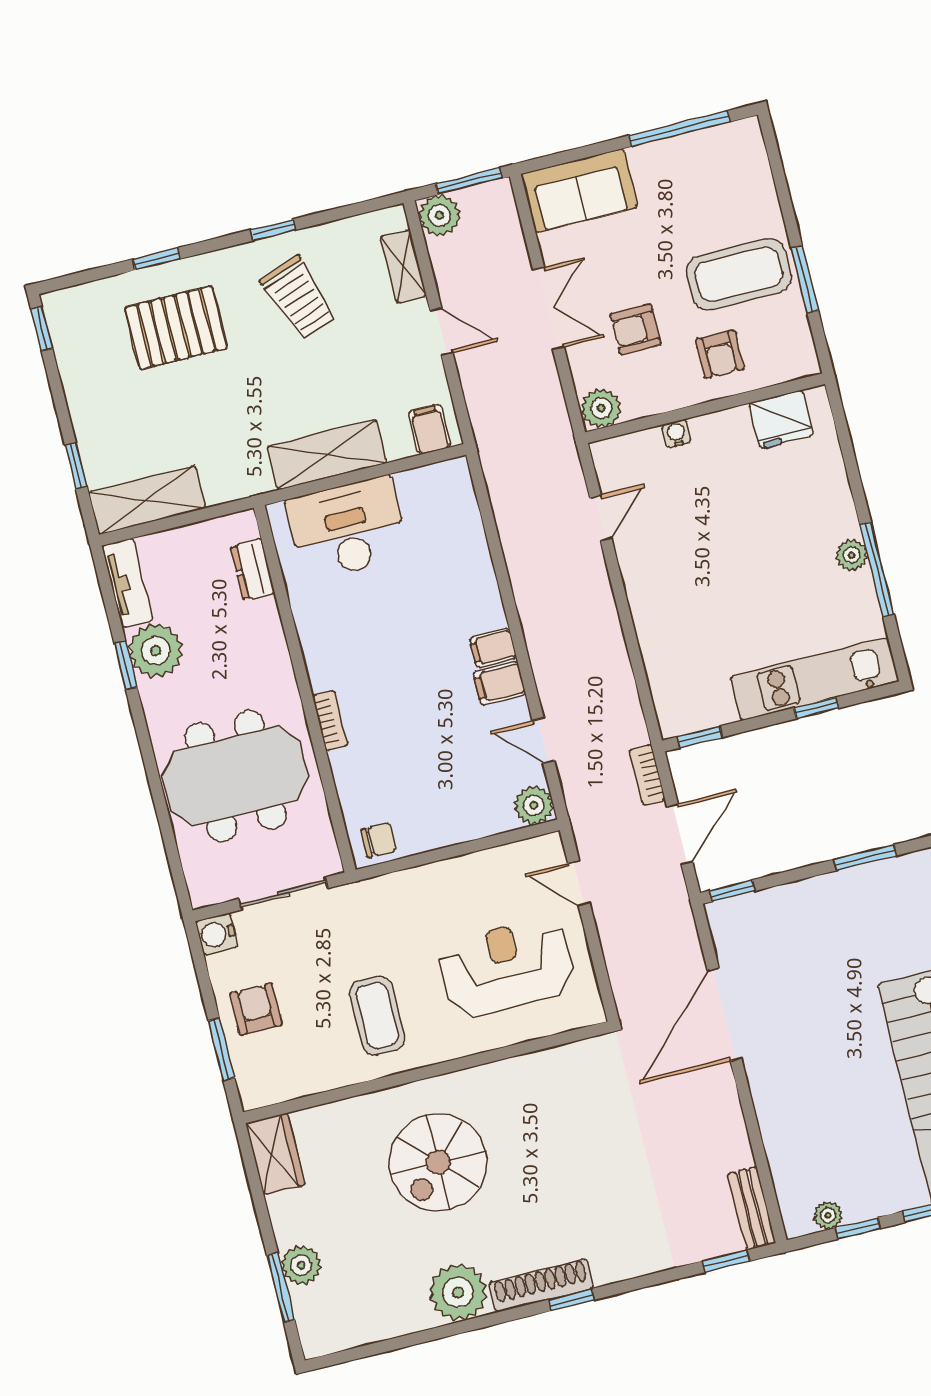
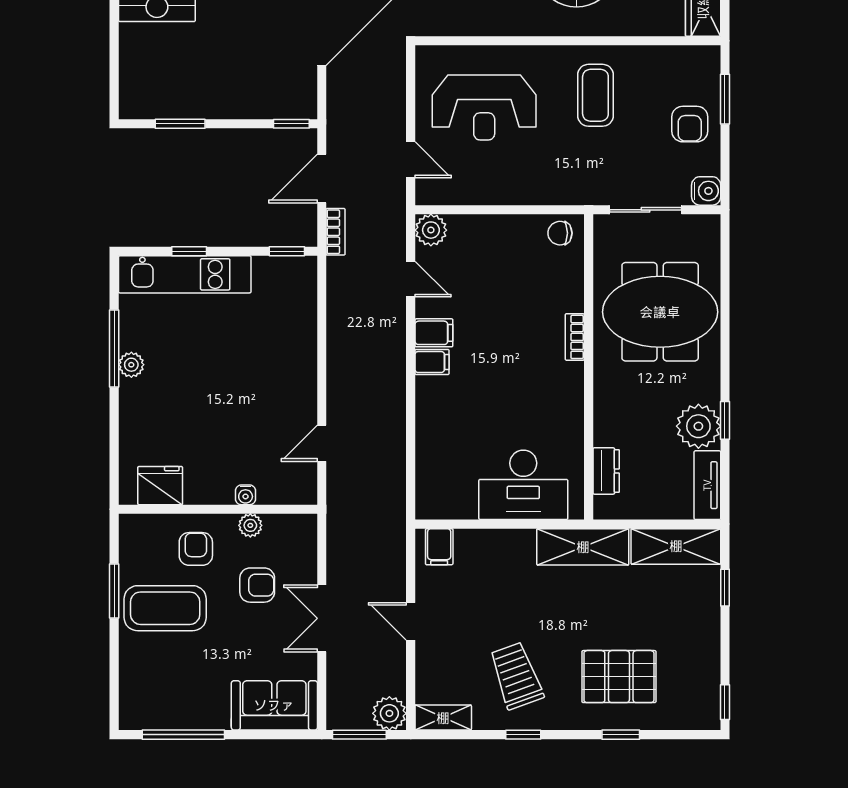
shelving: (403, 266) -> (443, 718), moved, turned 90
plant: (601, 408) -> (250, 525), moved, width x0.73, depth x0.73
shelving: (327, 455) -> (583, 547), moved

